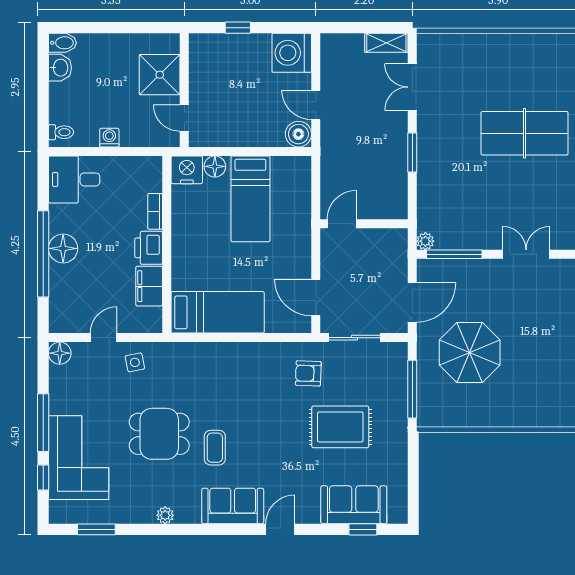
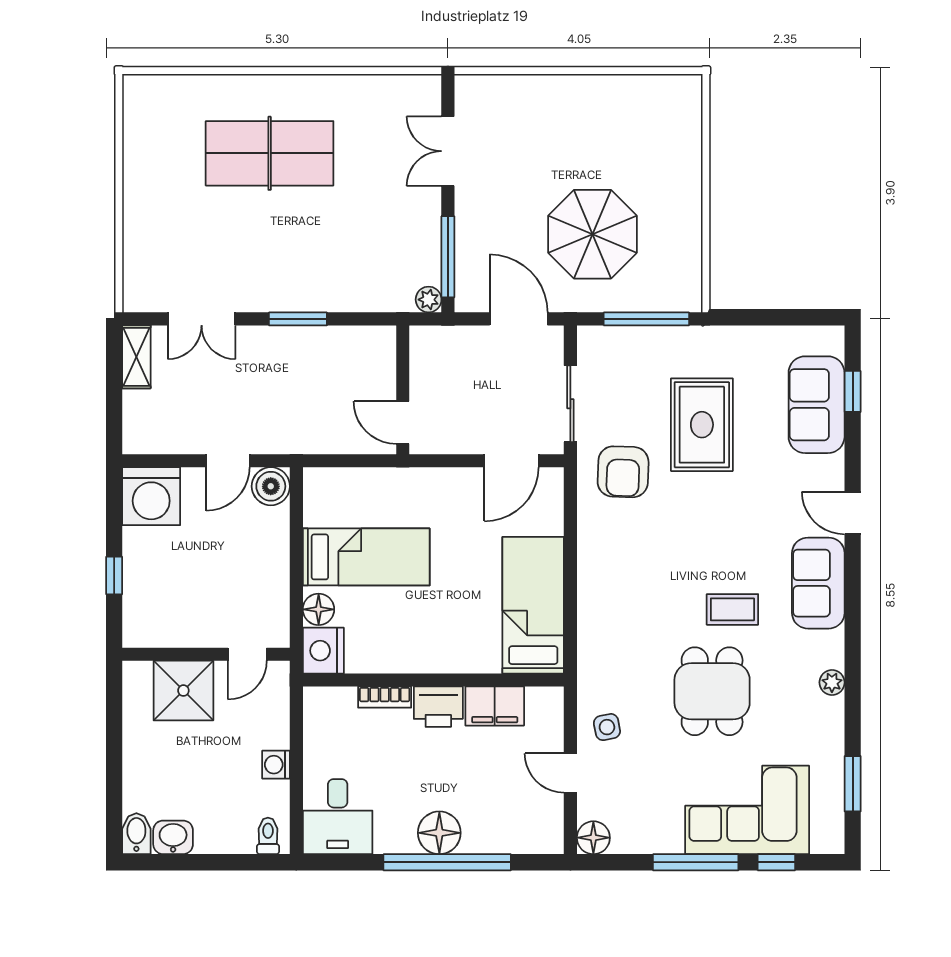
table tennis table: (525, 133) -> (270, 153), turned 90
armchair: (308, 373) -> (623, 472), width x1.38, depth x1.38

